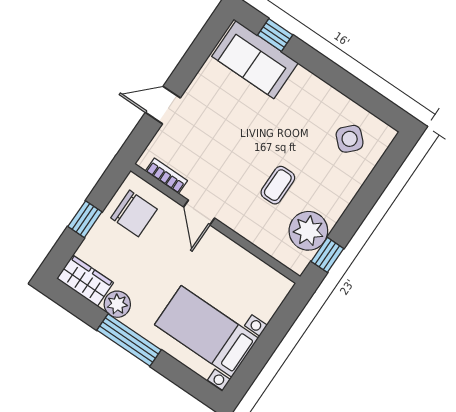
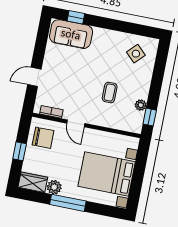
plant: (308, 231) -> (141, 105), width x0.53, depth x0.53
bed with nightstands: (206, 331) -> (107, 174), width x1.36

